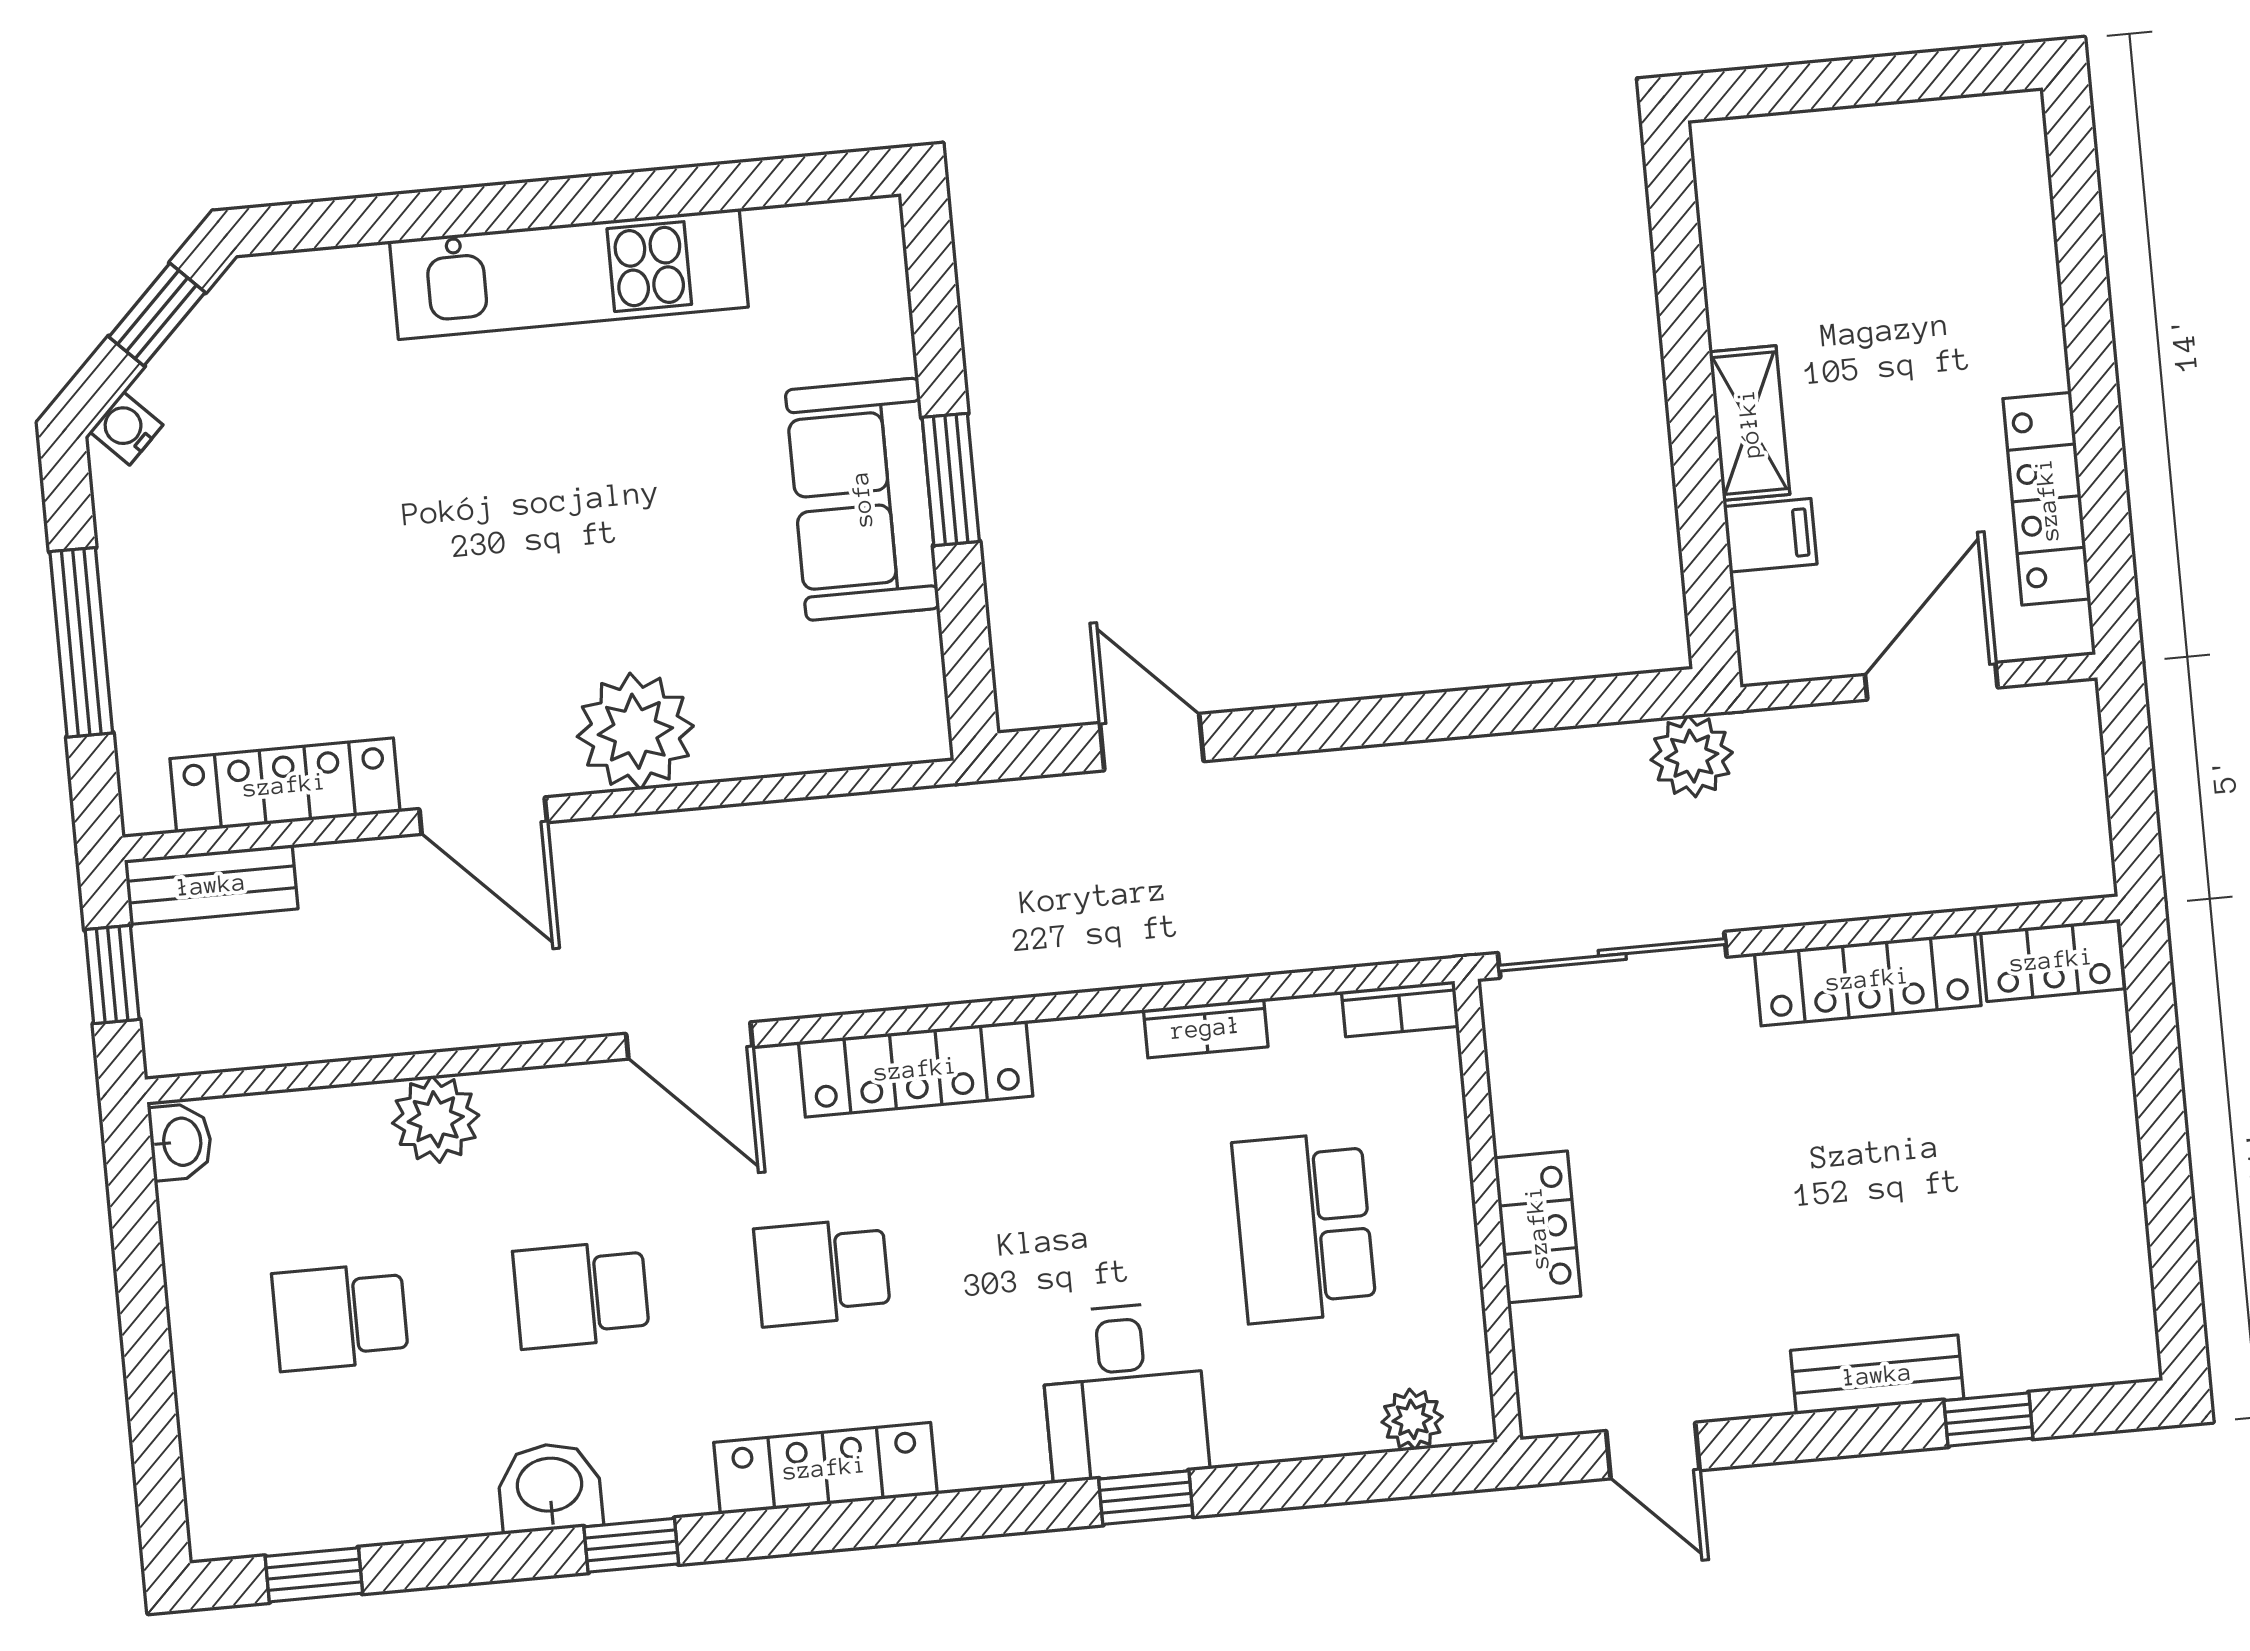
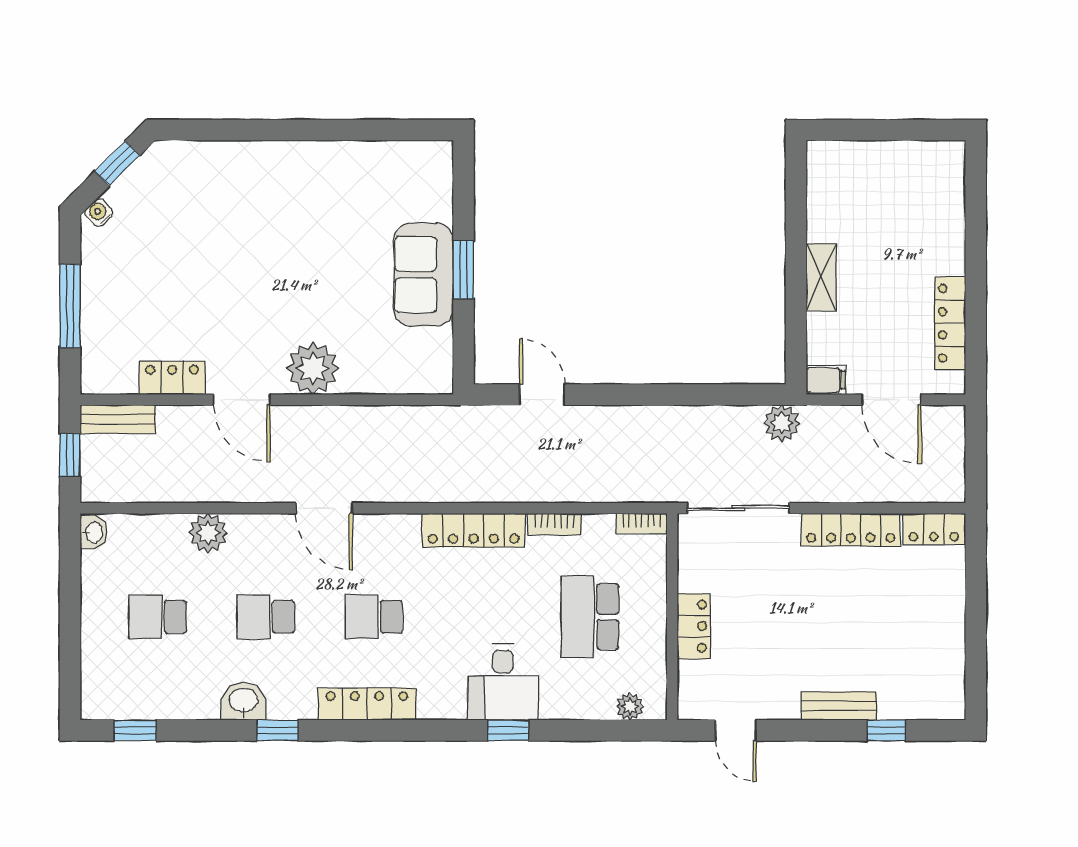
kitchen unit: (569, 274) -> (302, 162), removed
filing cabinet: (1770, 535) -> (826, 380), moved
door: (1931, 681) -> (891, 400), swing flipped
locker: (285, 785) -> (172, 378), width x0.66
locker: (916, 1069) -> (474, 530), moved

